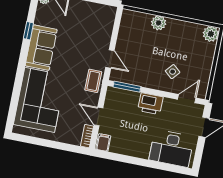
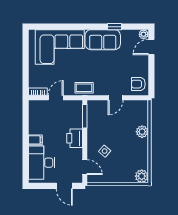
armchair: (102, 16) -> (138, 84), added
door: (110, 59) -> (116, 98), moved
filing cabinet: (103, 143) -> (35, 140), moved

